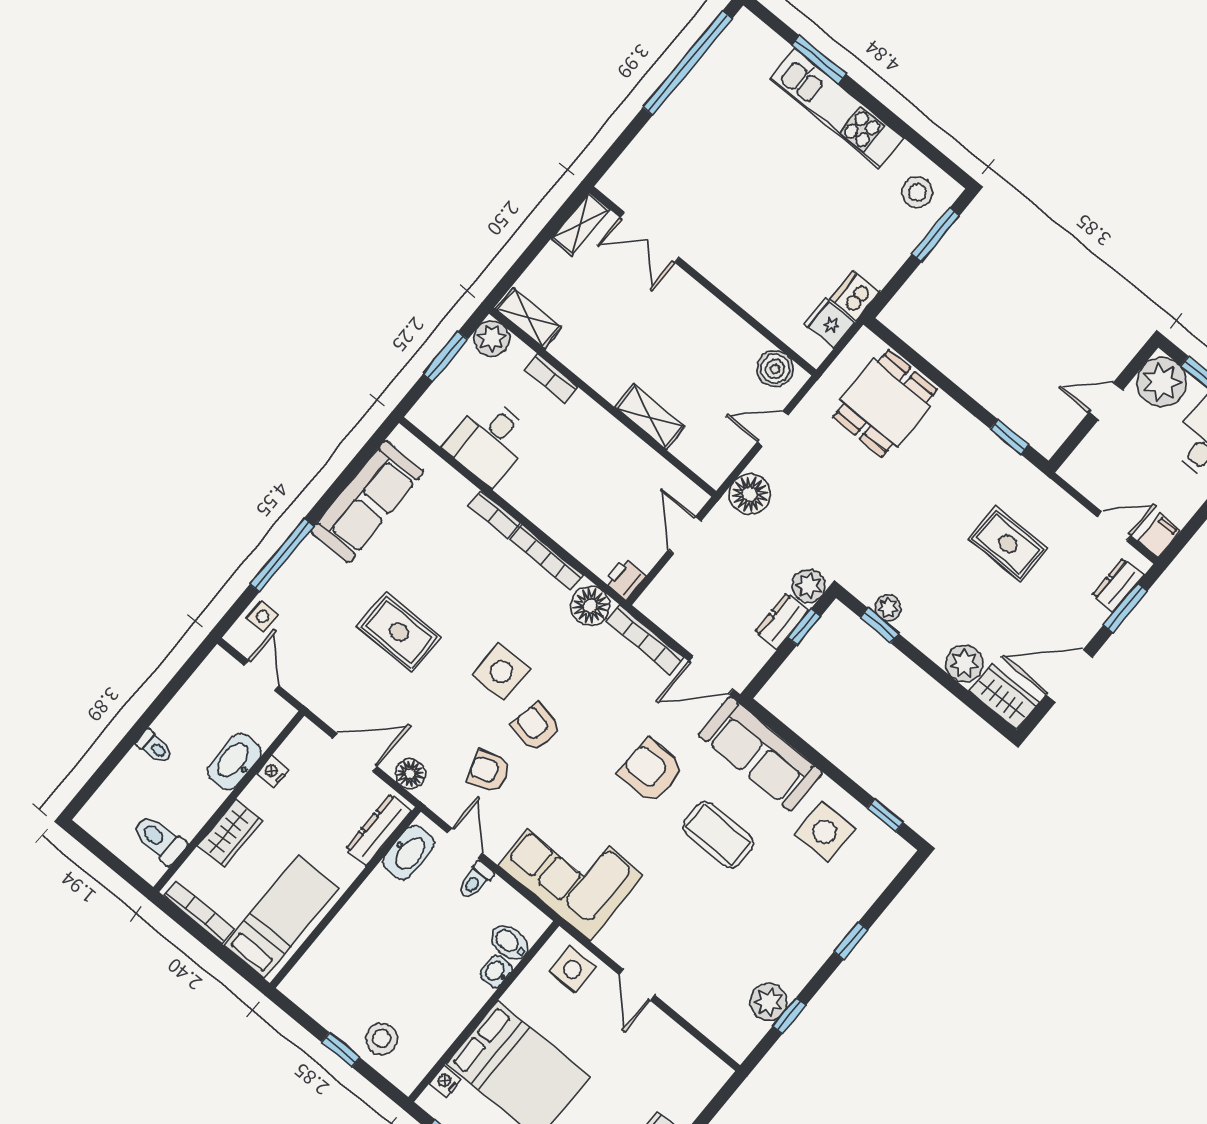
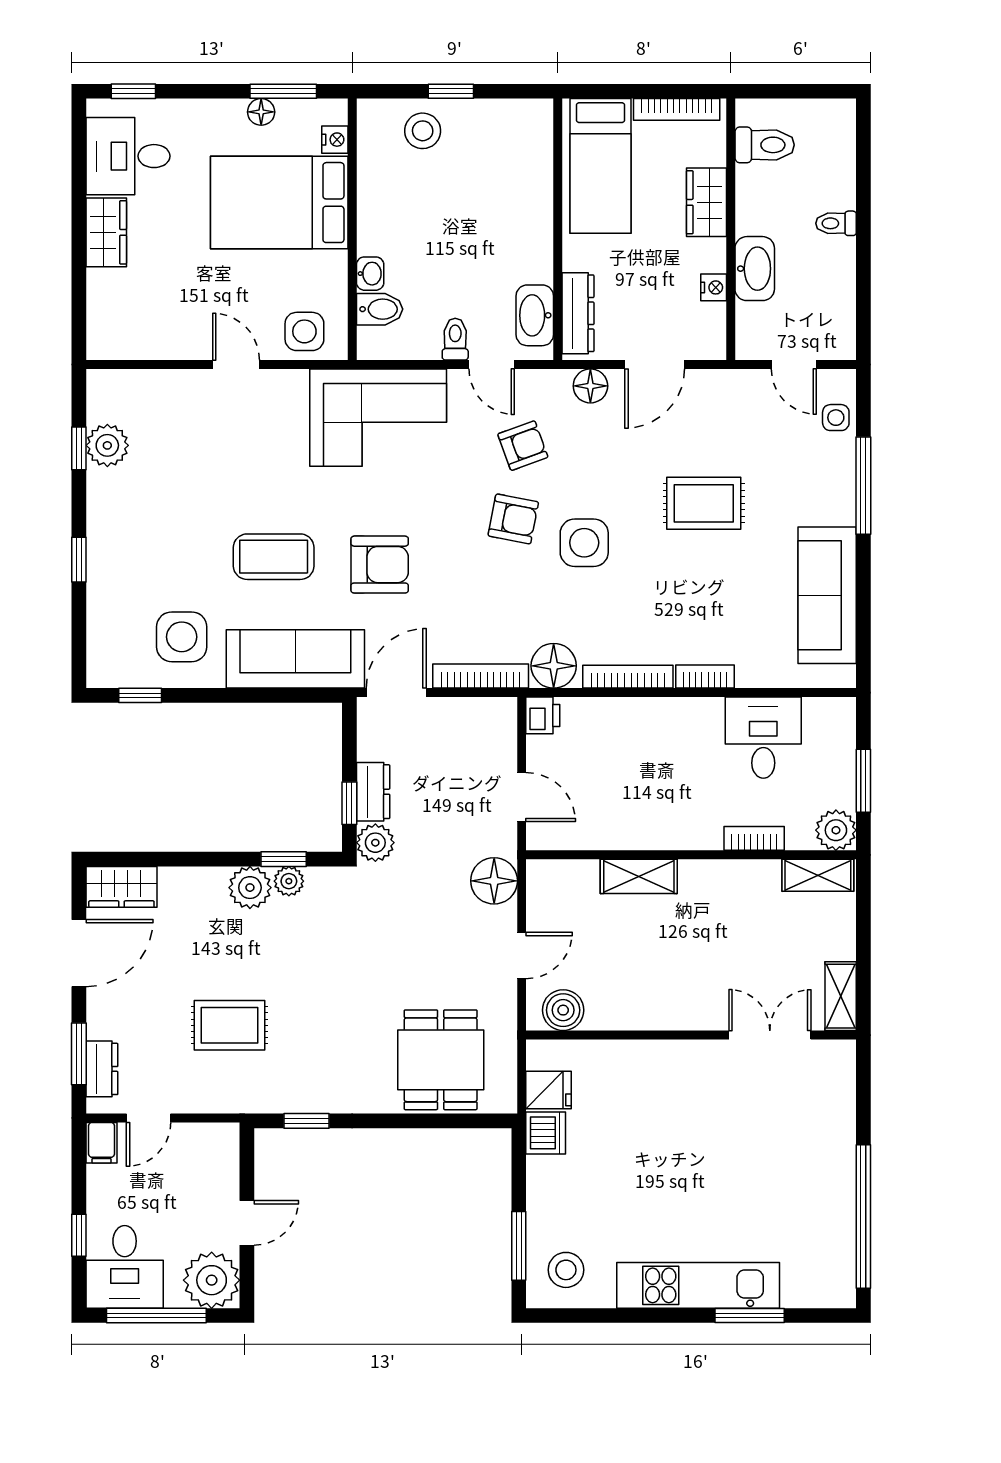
plant: (964, 663) -> (250, 888), moved

